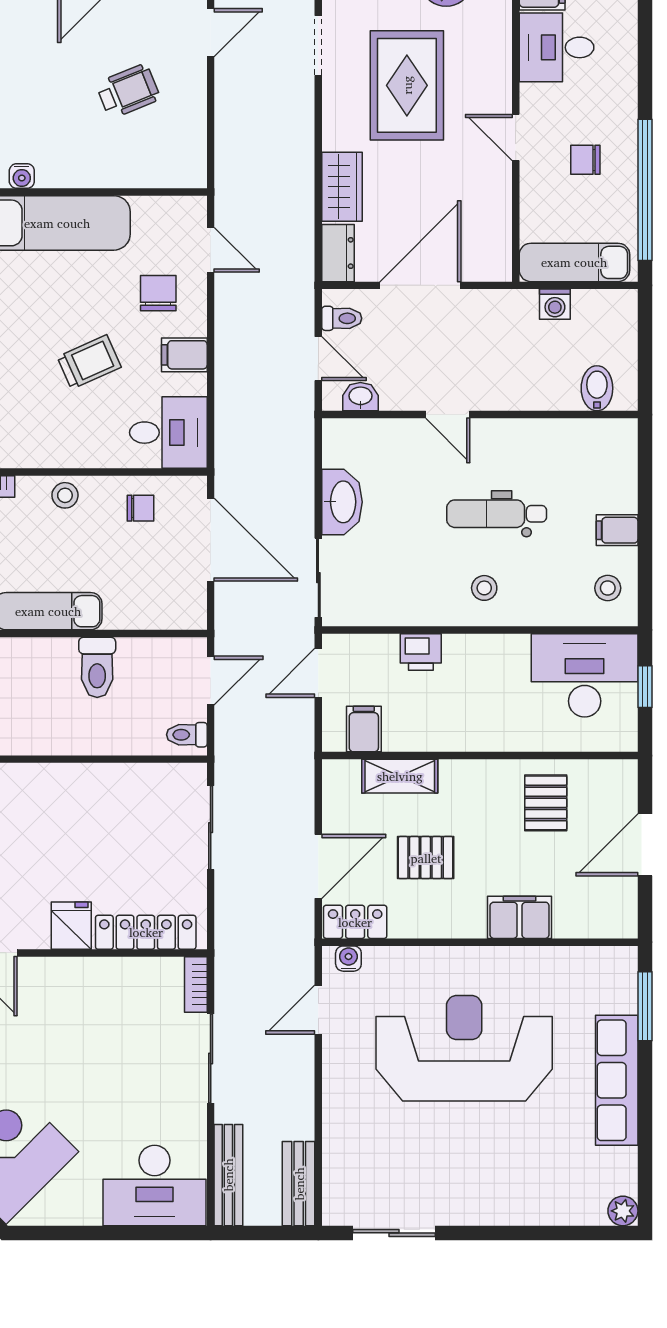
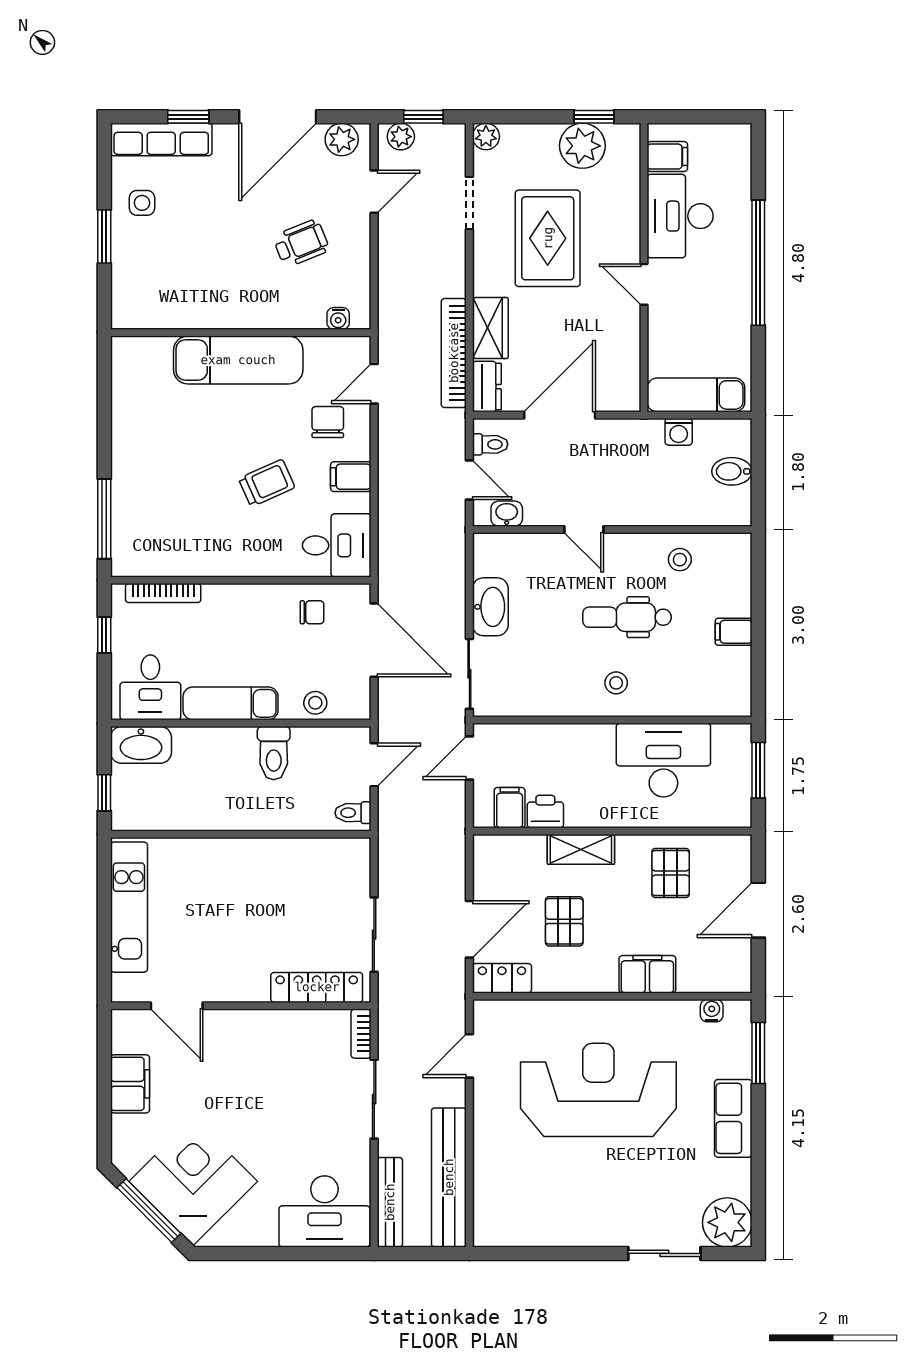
desk: (557, 47) -> (680, 216), width x1.37
chair: (585, 160) -> (706, 304), removed
water cooler: (22, 176) -> (338, 318), moved
window: (645, 190) -> (758, 263), moved
bookcase: (301, 215) -> (454, 353), added
door: (211, 250) -> (374, 384), swing flipped
bidet: (597, 388) -> (732, 471), moved, turned -90
stool: (65, 495) -> (315, 703), moved
stool: (608, 588) -> (680, 560), moved
printer: (421, 652) -> (545, 812), moved, turned 180
desk: (585, 675) -> (663, 760), moved
window: (645, 687) -> (758, 770), width x1.50
shelving: (400, 776) -> (581, 849), moved
sliding door: (211, 828) -> (374, 935), moved
pallet: (426, 858) -> (564, 921), turned 90
fridge: (71, 926) -> (251, 982), removed
water cooler: (348, 959) -> (712, 1011), moved
row of seats: (617, 1080) -> (733, 1118), width x0.68
bench: (299, 1184) -> (449, 1177), width x1.86, depth x1.21
plant: (623, 1211) -> (727, 1222), width x1.87, depth x1.87
sliding door: (394, 1233) -> (664, 1253), moved

